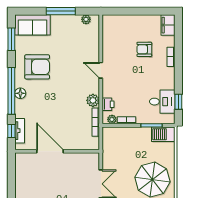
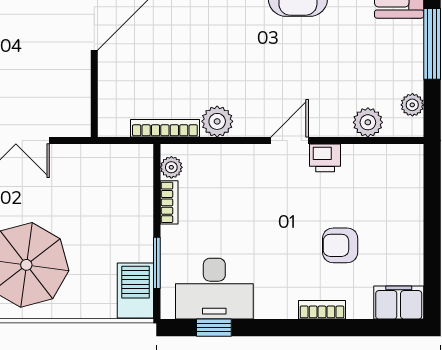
plant: (93, 38) -> (368, 122), added
armchair: (144, 49) -> (340, 245), turned -90
desk: (162, 102) -> (214, 289), width x1.37
printer: (108, 104) -> (325, 158), moved

